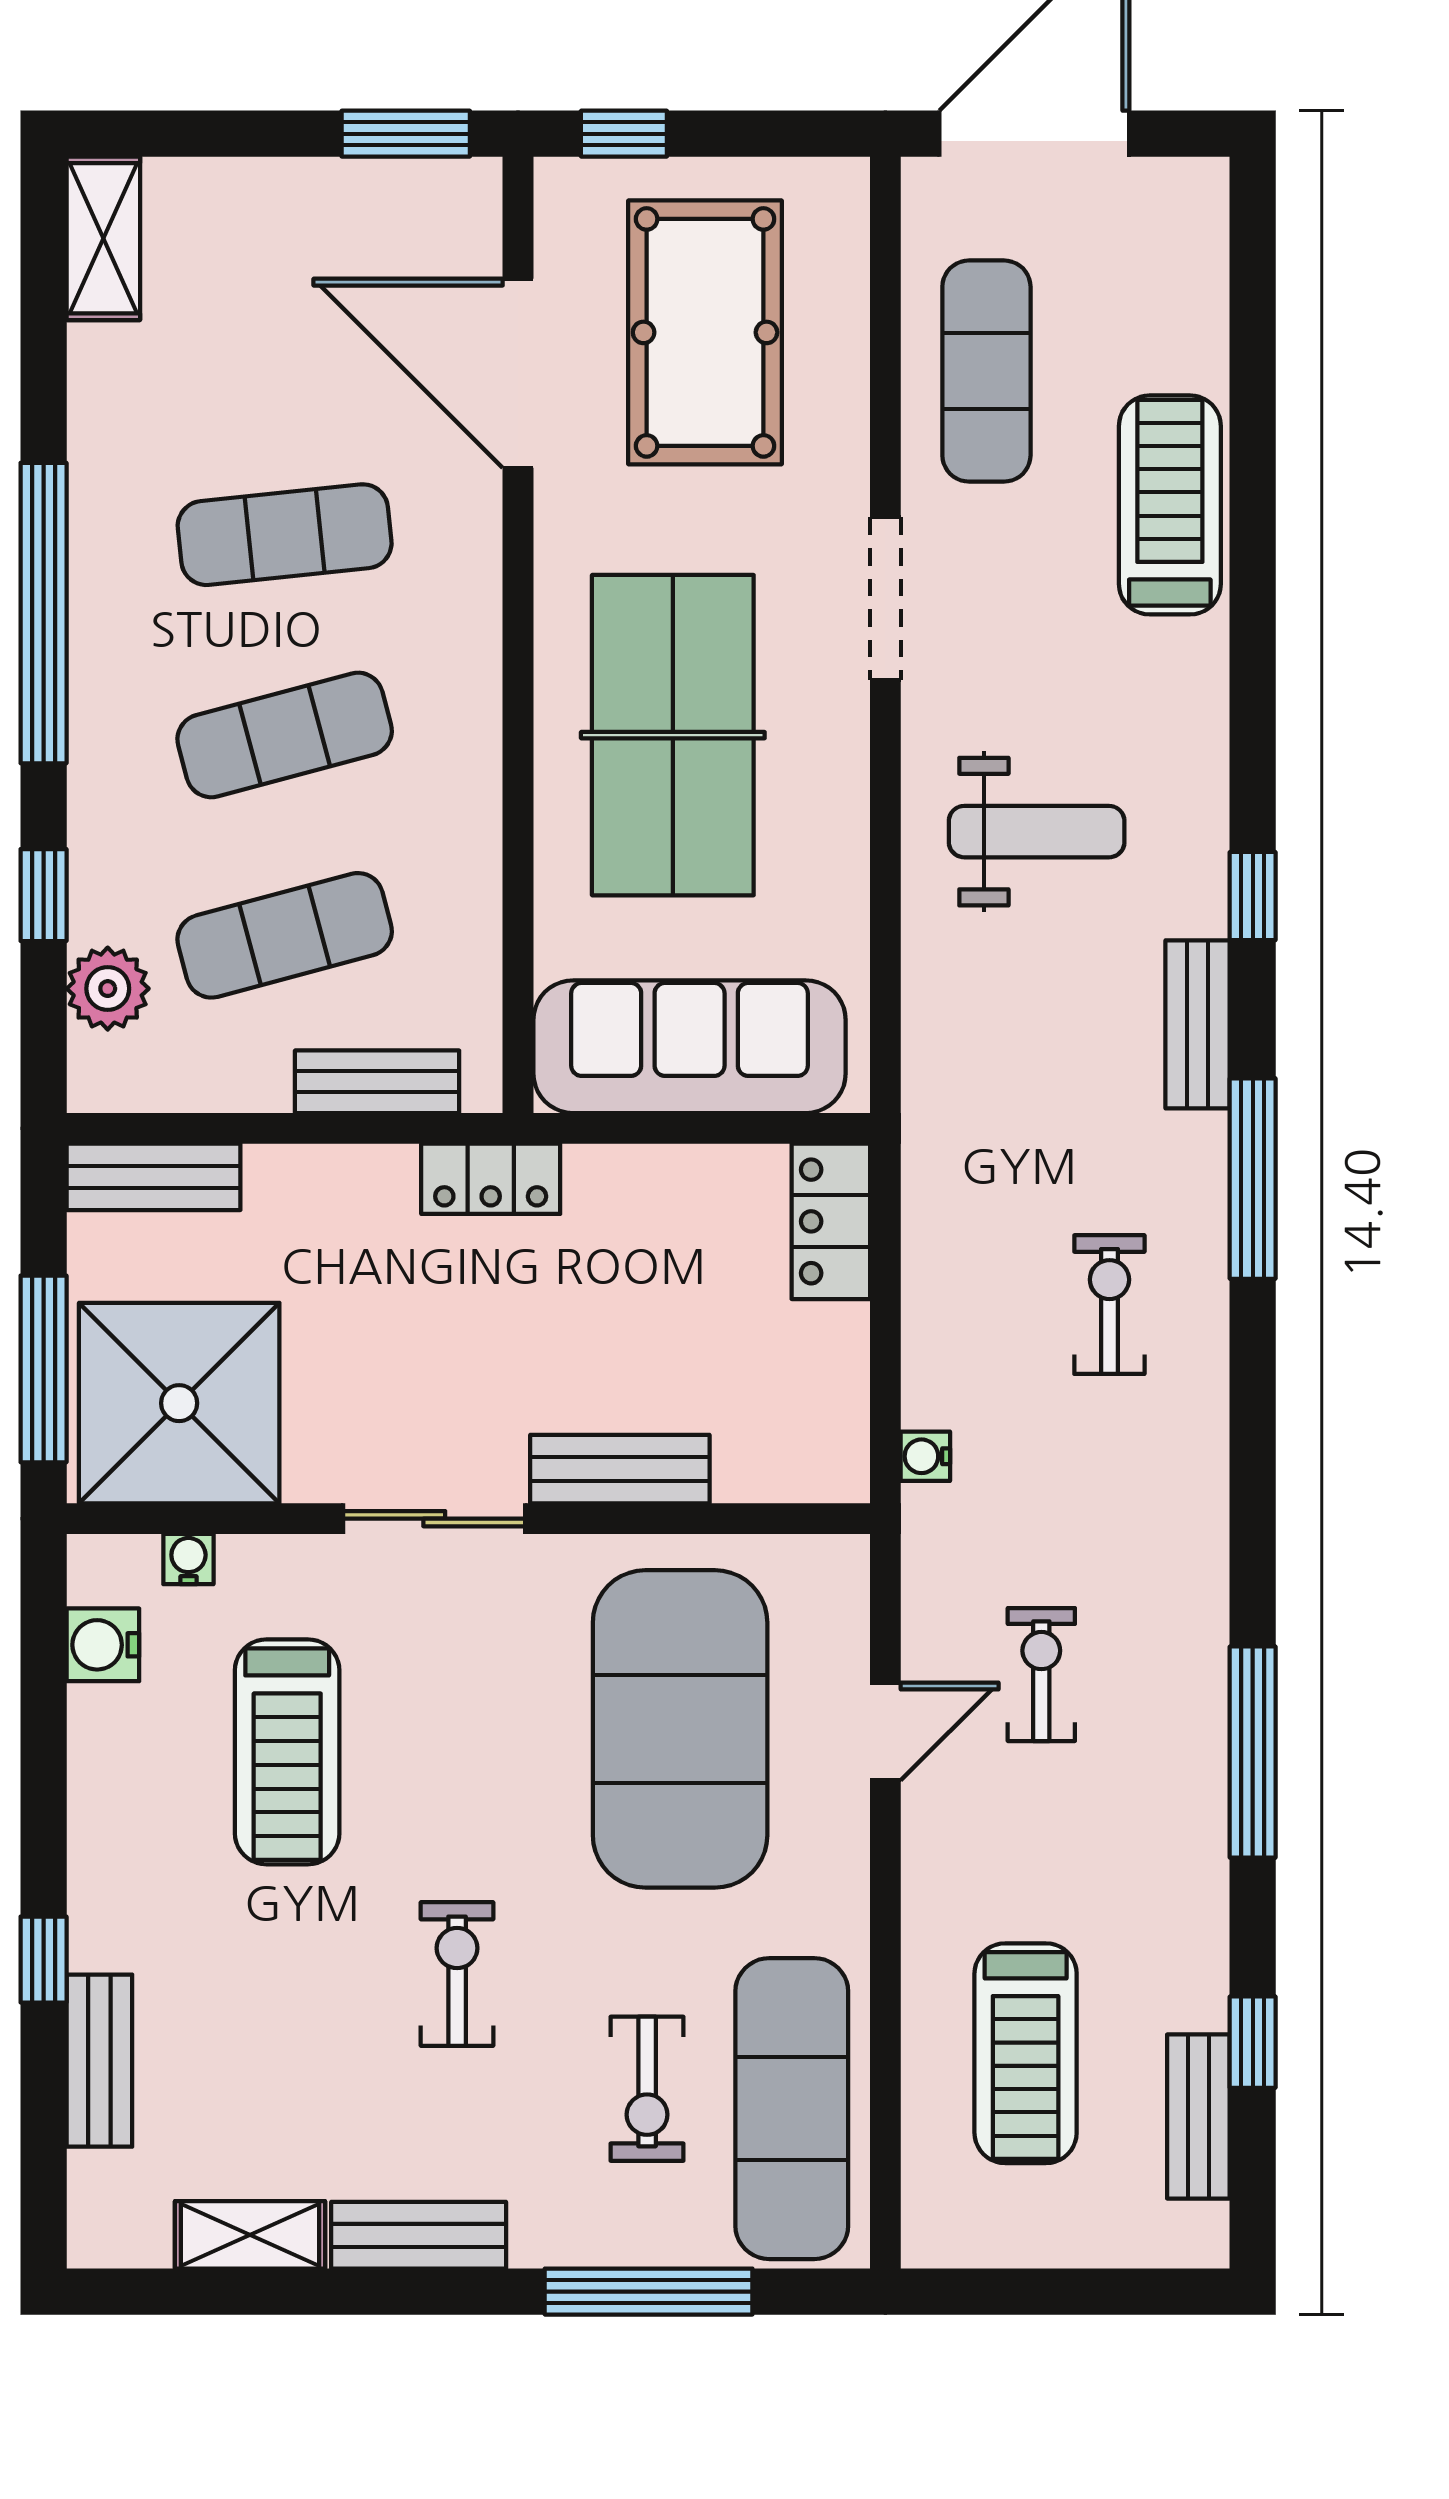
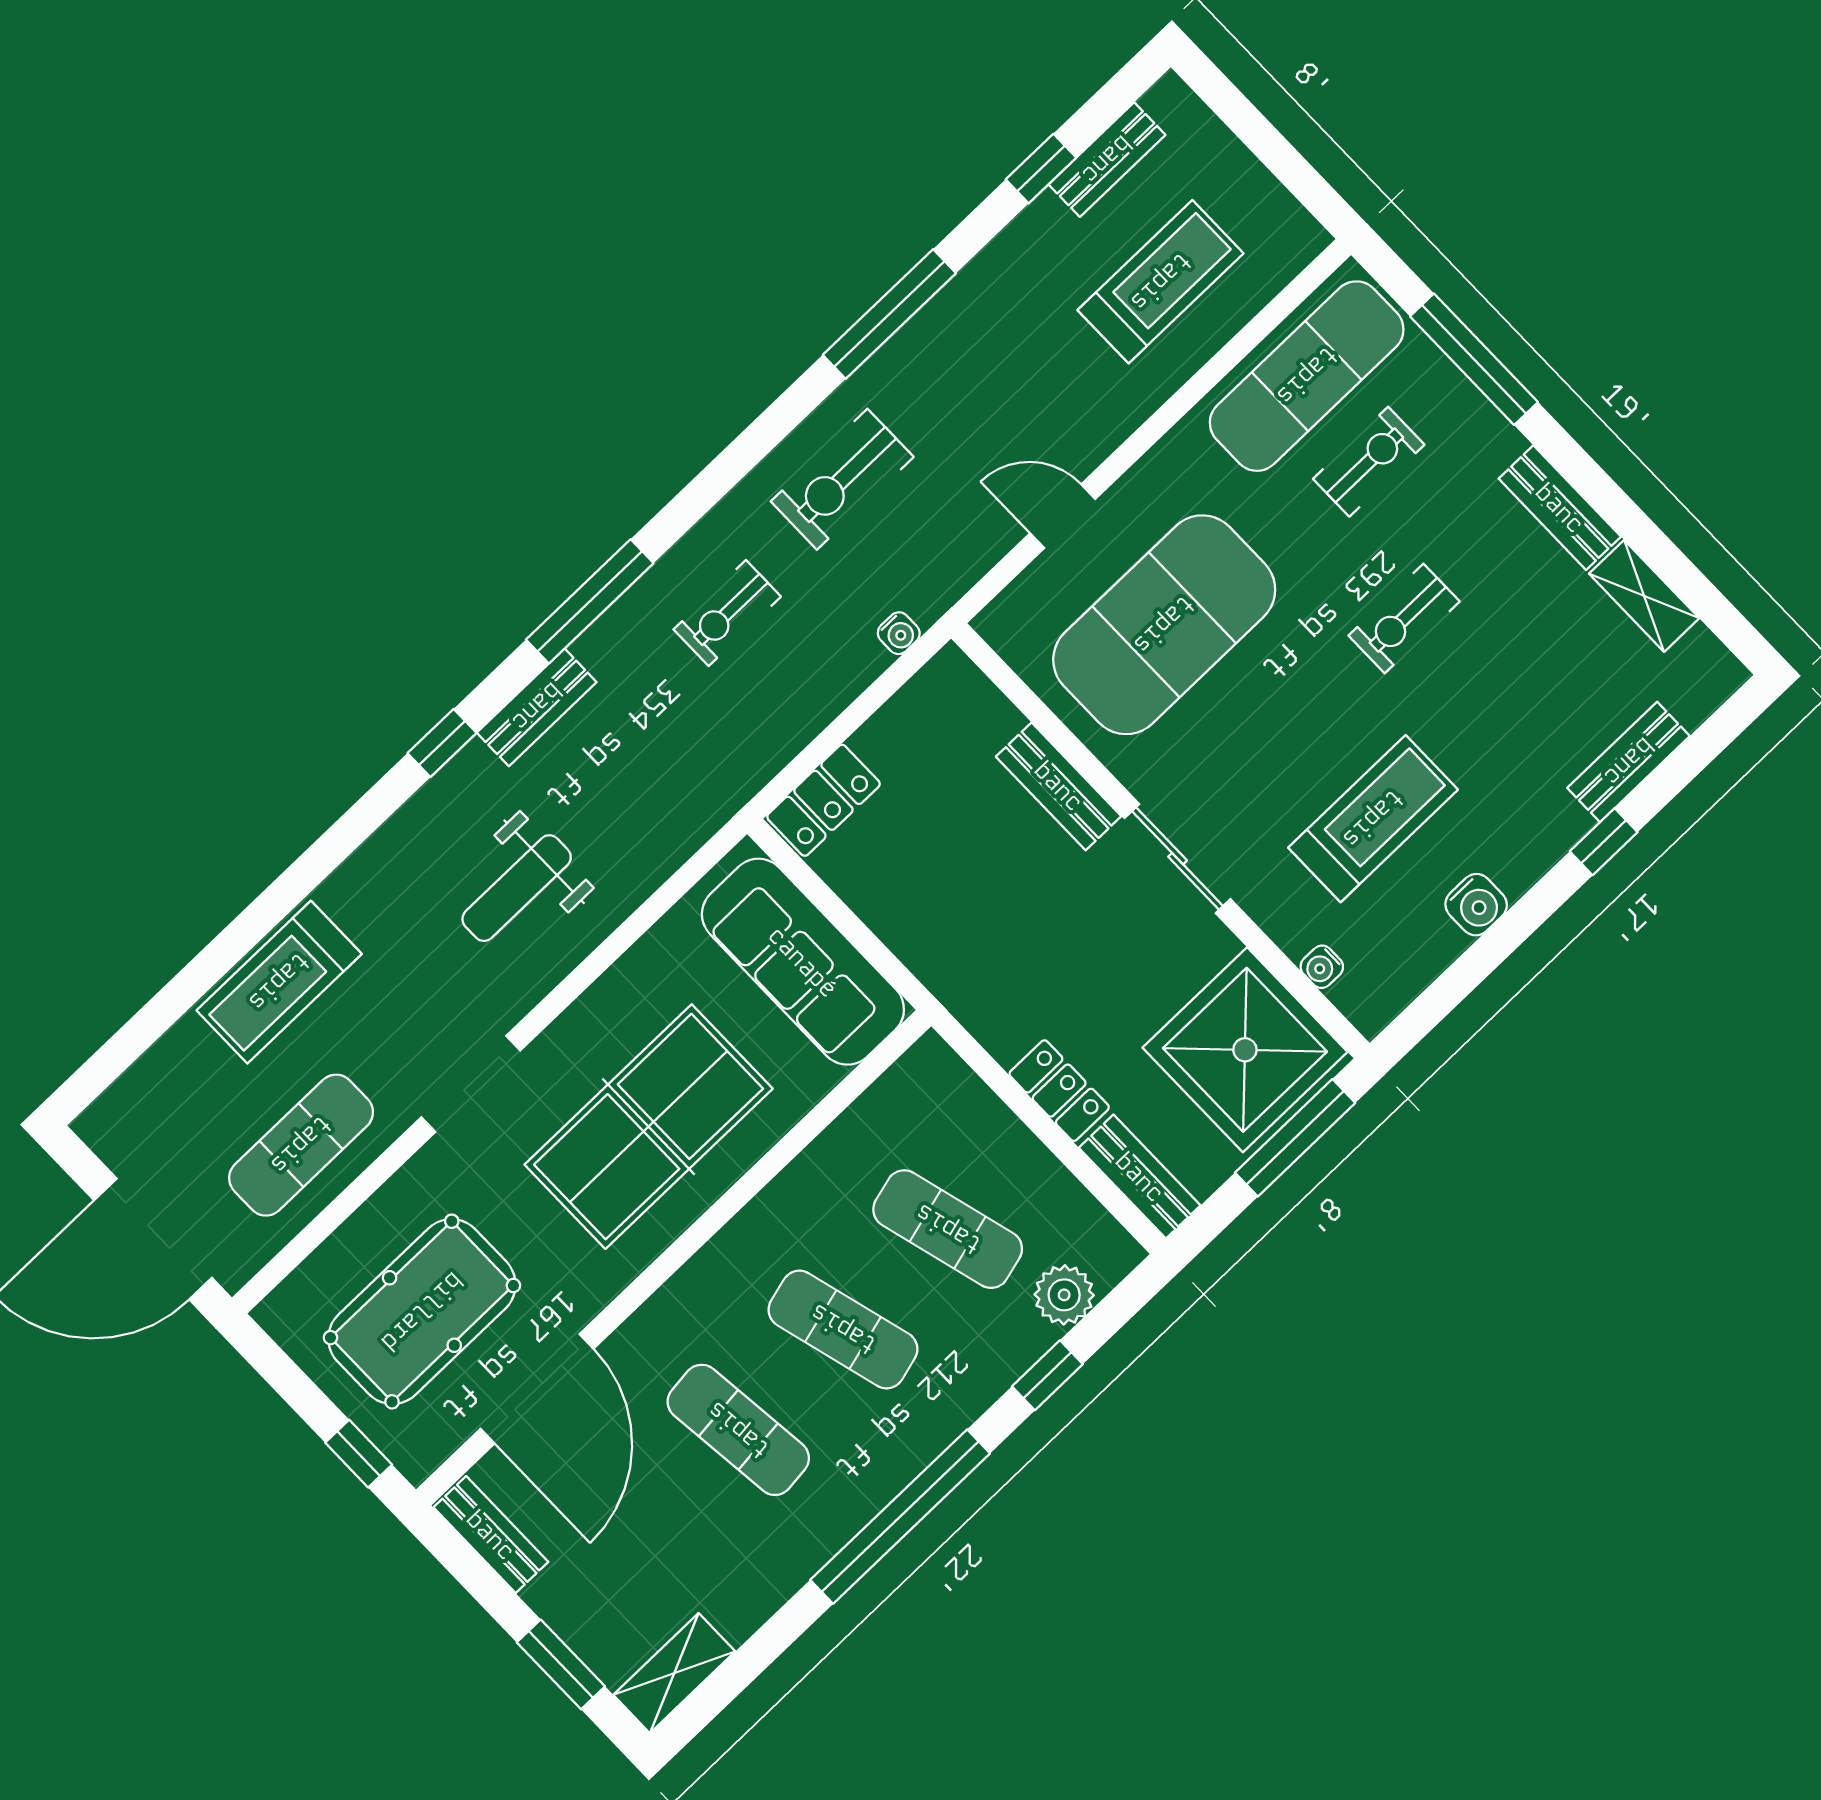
window: (406, 134) -> (561, 1664), moved
weight bench: (1037, 832) -> (517, 888), turned -90
bench: (377, 1082) -> (491, 1535), moved
locker: (491, 1179) -> (1059, 1091), moved
water cooler: (103, 1645) -> (1476, 905), moved
exercise bike: (1041, 1675) -> (842, 479), moved, width x1.38, depth x1.39

